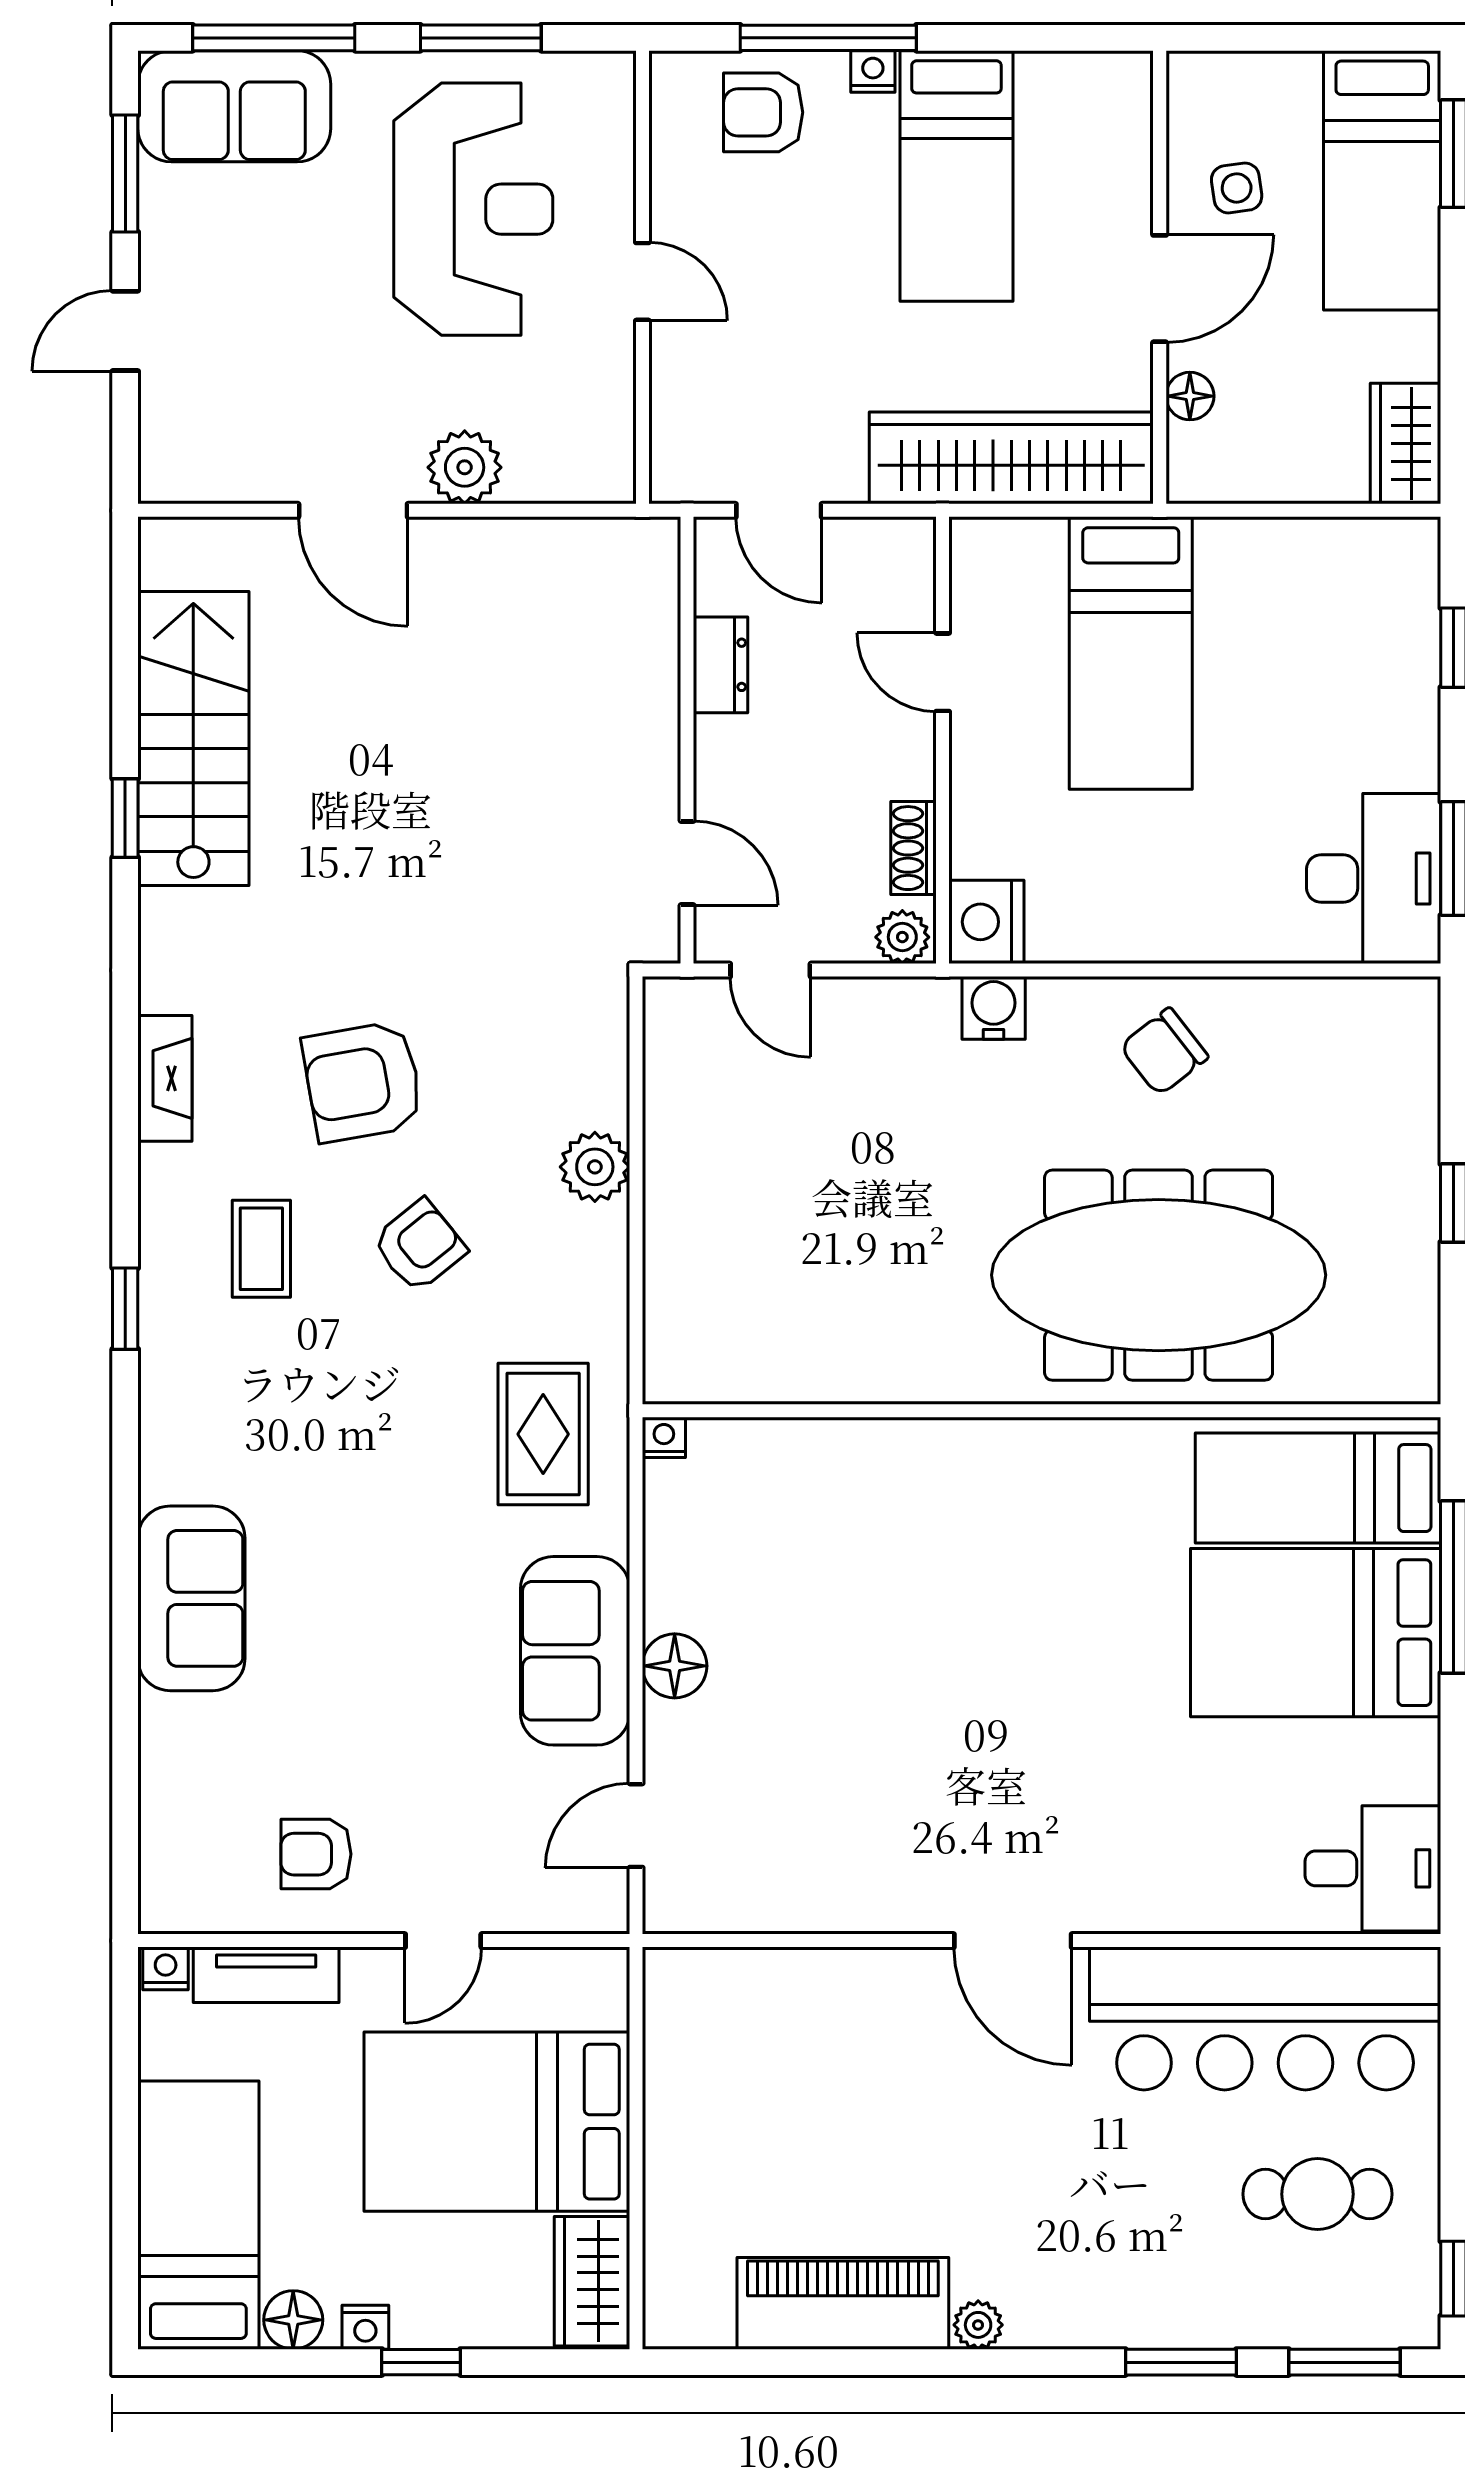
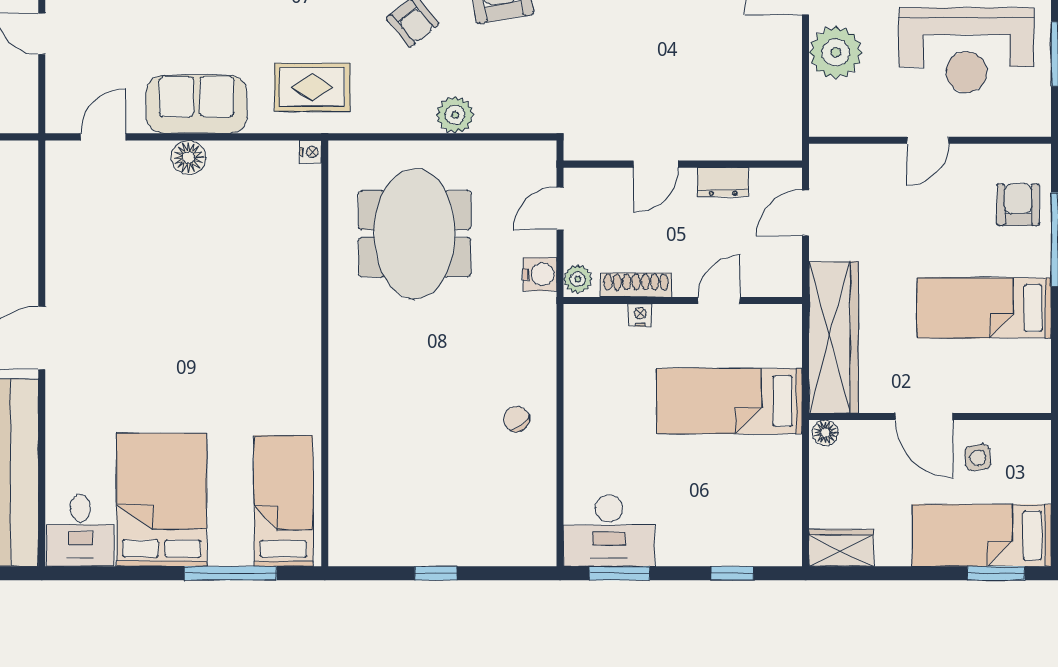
nightstand: (873, 71) -> (1040, 263), removed
floor lamp: (1190, 396) -> (825, 433), moved
plant: (465, 467) -> (836, 52), width x1.36, depth x1.36
shoe rack: (913, 848) -> (636, 285), width x1.43
door: (687, 863) -> (656, 164), moved
nightstand: (986, 922) -> (640, 315), moved, width x0.53, depth x0.56
water cooler: (994, 1008) -> (540, 274), moved
chair: (1164, 1052) -> (517, 419), width x0.73, depth x0.73
meeting table: (1159, 1275) -> (415, 234), moved, width x0.73
bed: (1316, 1633) -> (162, 500), moved
door: (636, 1826) -> (103, 137), hinge flipped

